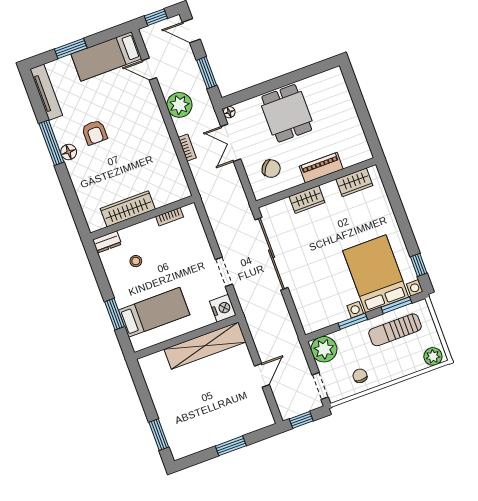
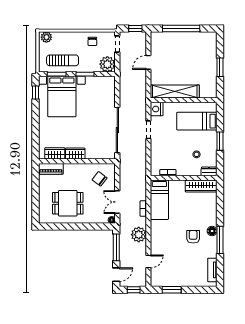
door: (191, 31) -> (116, 275), hinge flipped
window: (71, 48) -> (172, 290), moved
bed: (106, 56) -> (159, 200), moved, turned 90
door: (149, 69) -> (148, 261), hinge flipped
window: (207, 73) -> (116, 247), width x1.44
tv unit: (46, 92) -> (212, 270), width x0.71
dining table: (287, 113) -> (68, 203), moved, turned 90
double door: (231, 143) -> (117, 202), swing flipped
piano: (321, 168) -> (51, 169), moved
wardrobe: (307, 199) -> (75, 154), moved
wardrobe: (128, 209) -> (201, 186), moved
window: (114, 314) -> (220, 141), moved
window: (159, 435) -> (220, 67), moved
window: (231, 446) -> (181, 29), width x2.11

